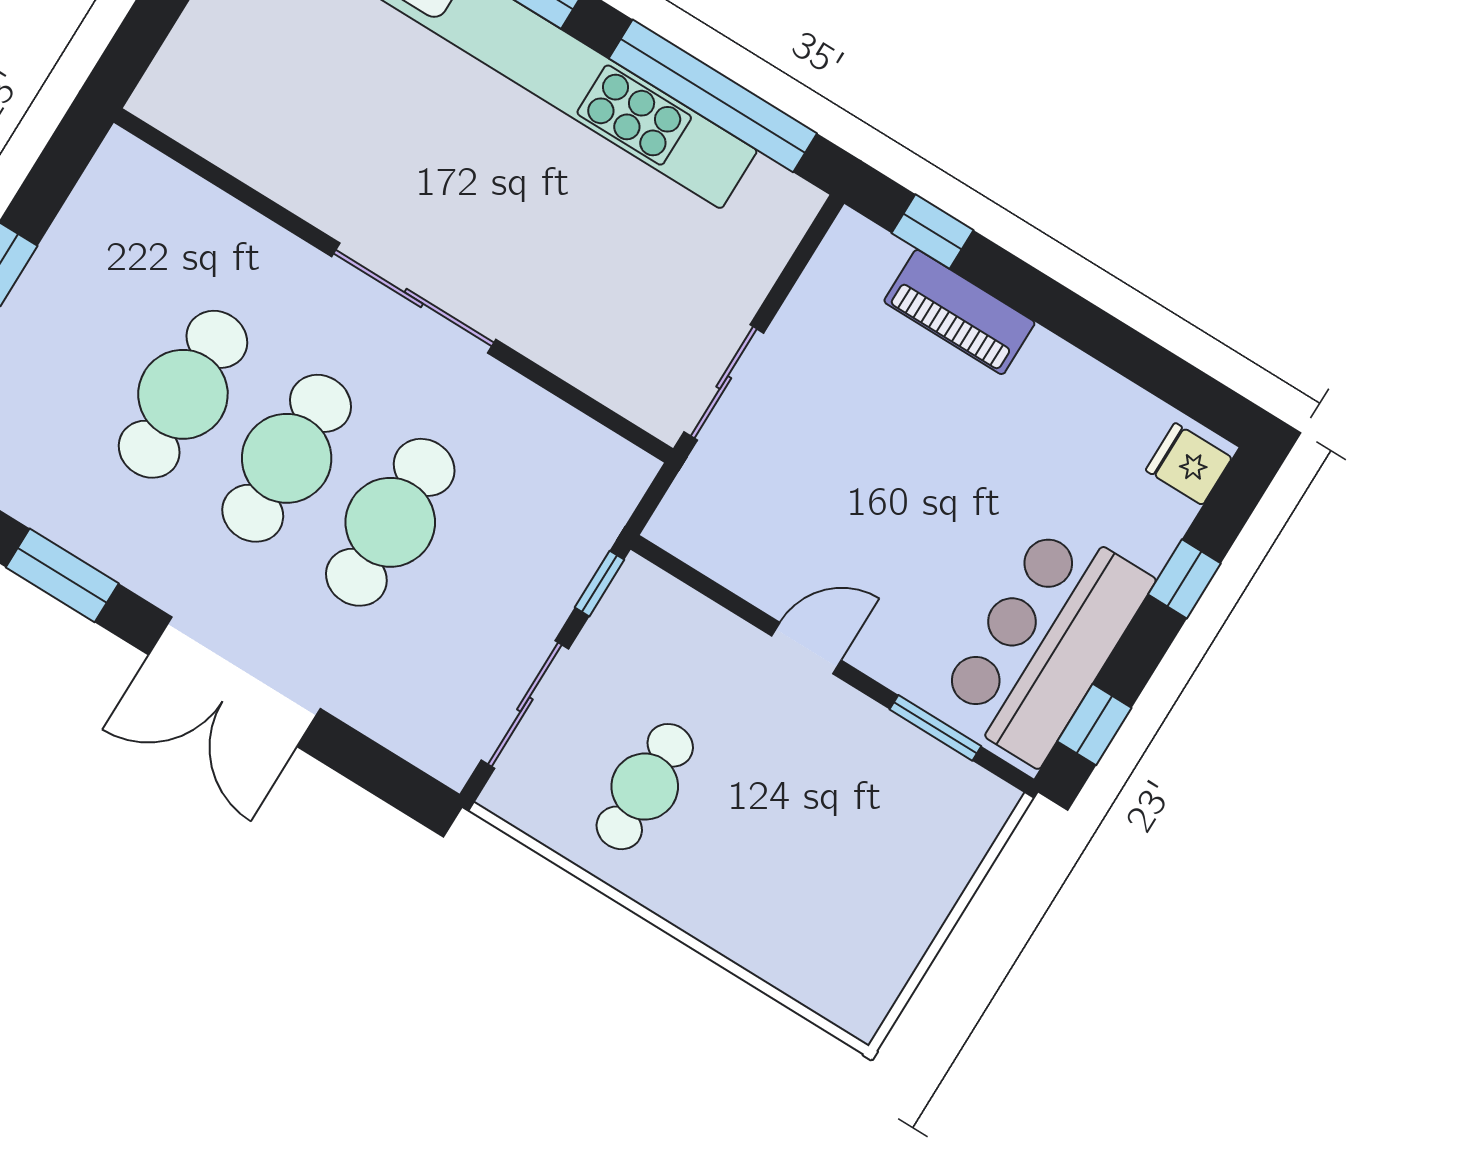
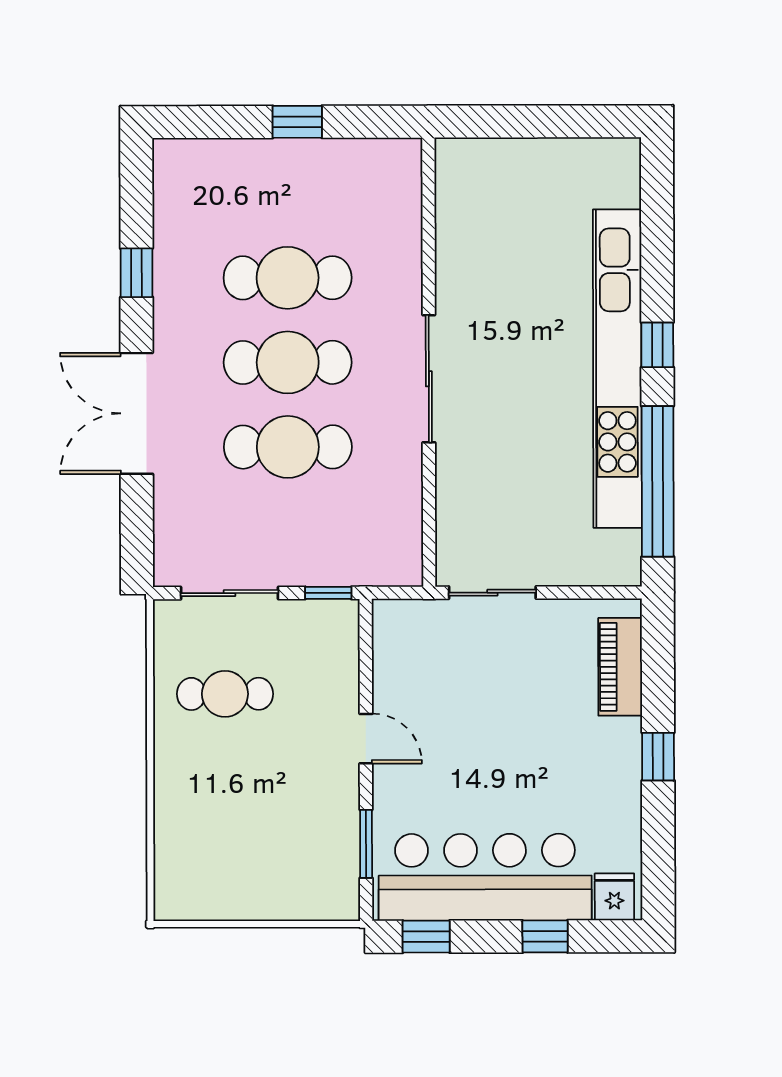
window: (933, 232) -> (658, 757), moved
piano: (959, 312) -> (620, 667), moved
window: (62, 575) -> (136, 273), width x0.67
bar counter: (1045, 642) -> (485, 877), width x1.36

